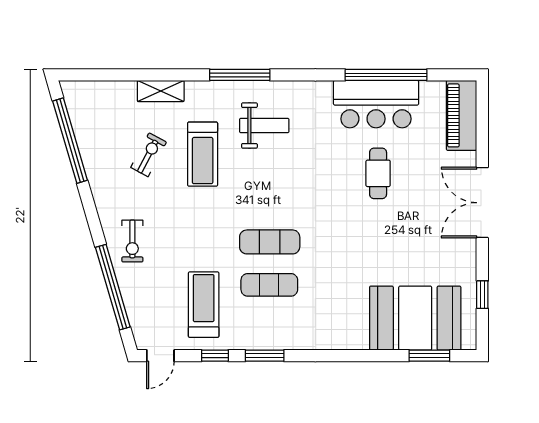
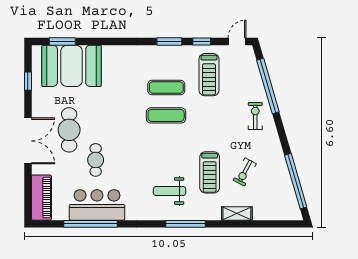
treadmill: (203, 154) -> (210, 172), turned 180
cafe table: (419, 220) -> (69, 130), added

